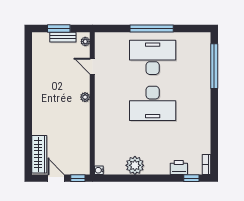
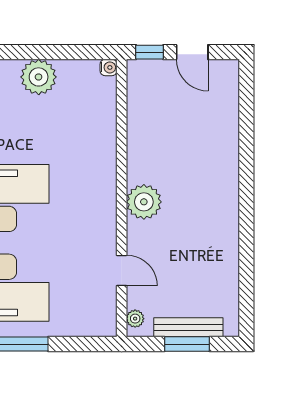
bench: (63, 37) -> (188, 327), width x1.36
plant: (85, 97) -> (144, 202), width x1.88, depth x1.88
wardrobe: (39, 154) -> (225, 99), removed

